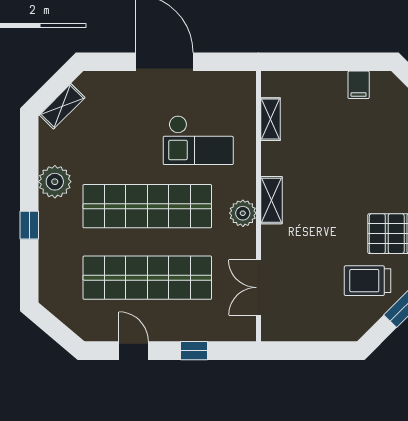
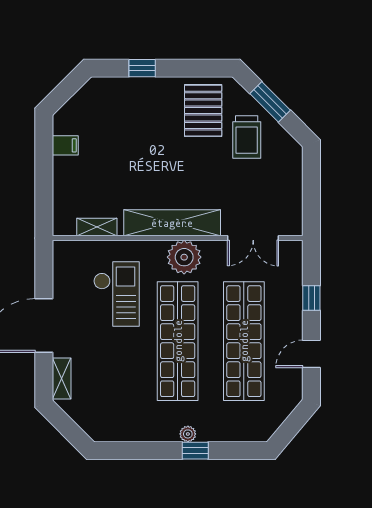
shelving: (62, 106) -> (62, 378), moved, turned 45
plant: (55, 182) -> (188, 434), moved, width x0.53, depth x0.53
shelving: (271, 200) -> (172, 223), width x2.20, depth x1.33
plant: (243, 213) -> (184, 257), width x1.36, depth x1.36

